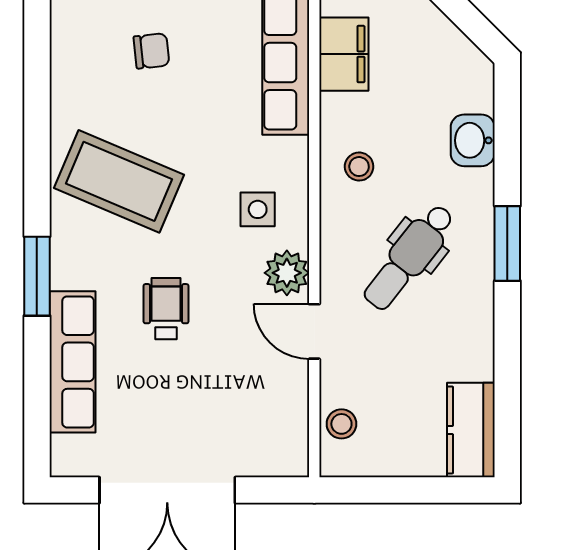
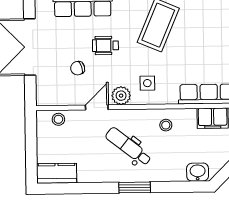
chair: (151, 51) -> (78, 68), moved, turned 79
washbasin: (473, 140) -> (198, 172), moved
wheelchair: (166, 309) -> (105, 45), turned 180

